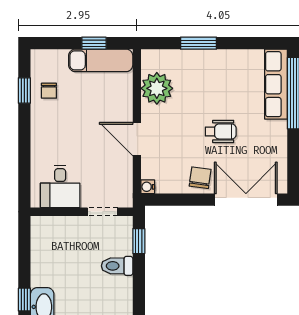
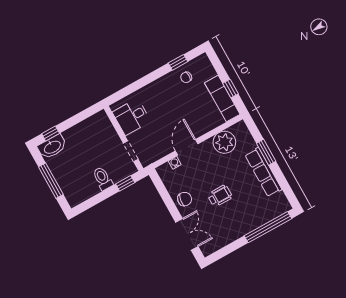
row of seats: (276, 84) -> (263, 172), moved, turned -90
wheelchair: (221, 131) -> (220, 196), turned -90
water cooler: (148, 187) -> (175, 163), moved
double door: (246, 200) -> (187, 234), width x0.73

